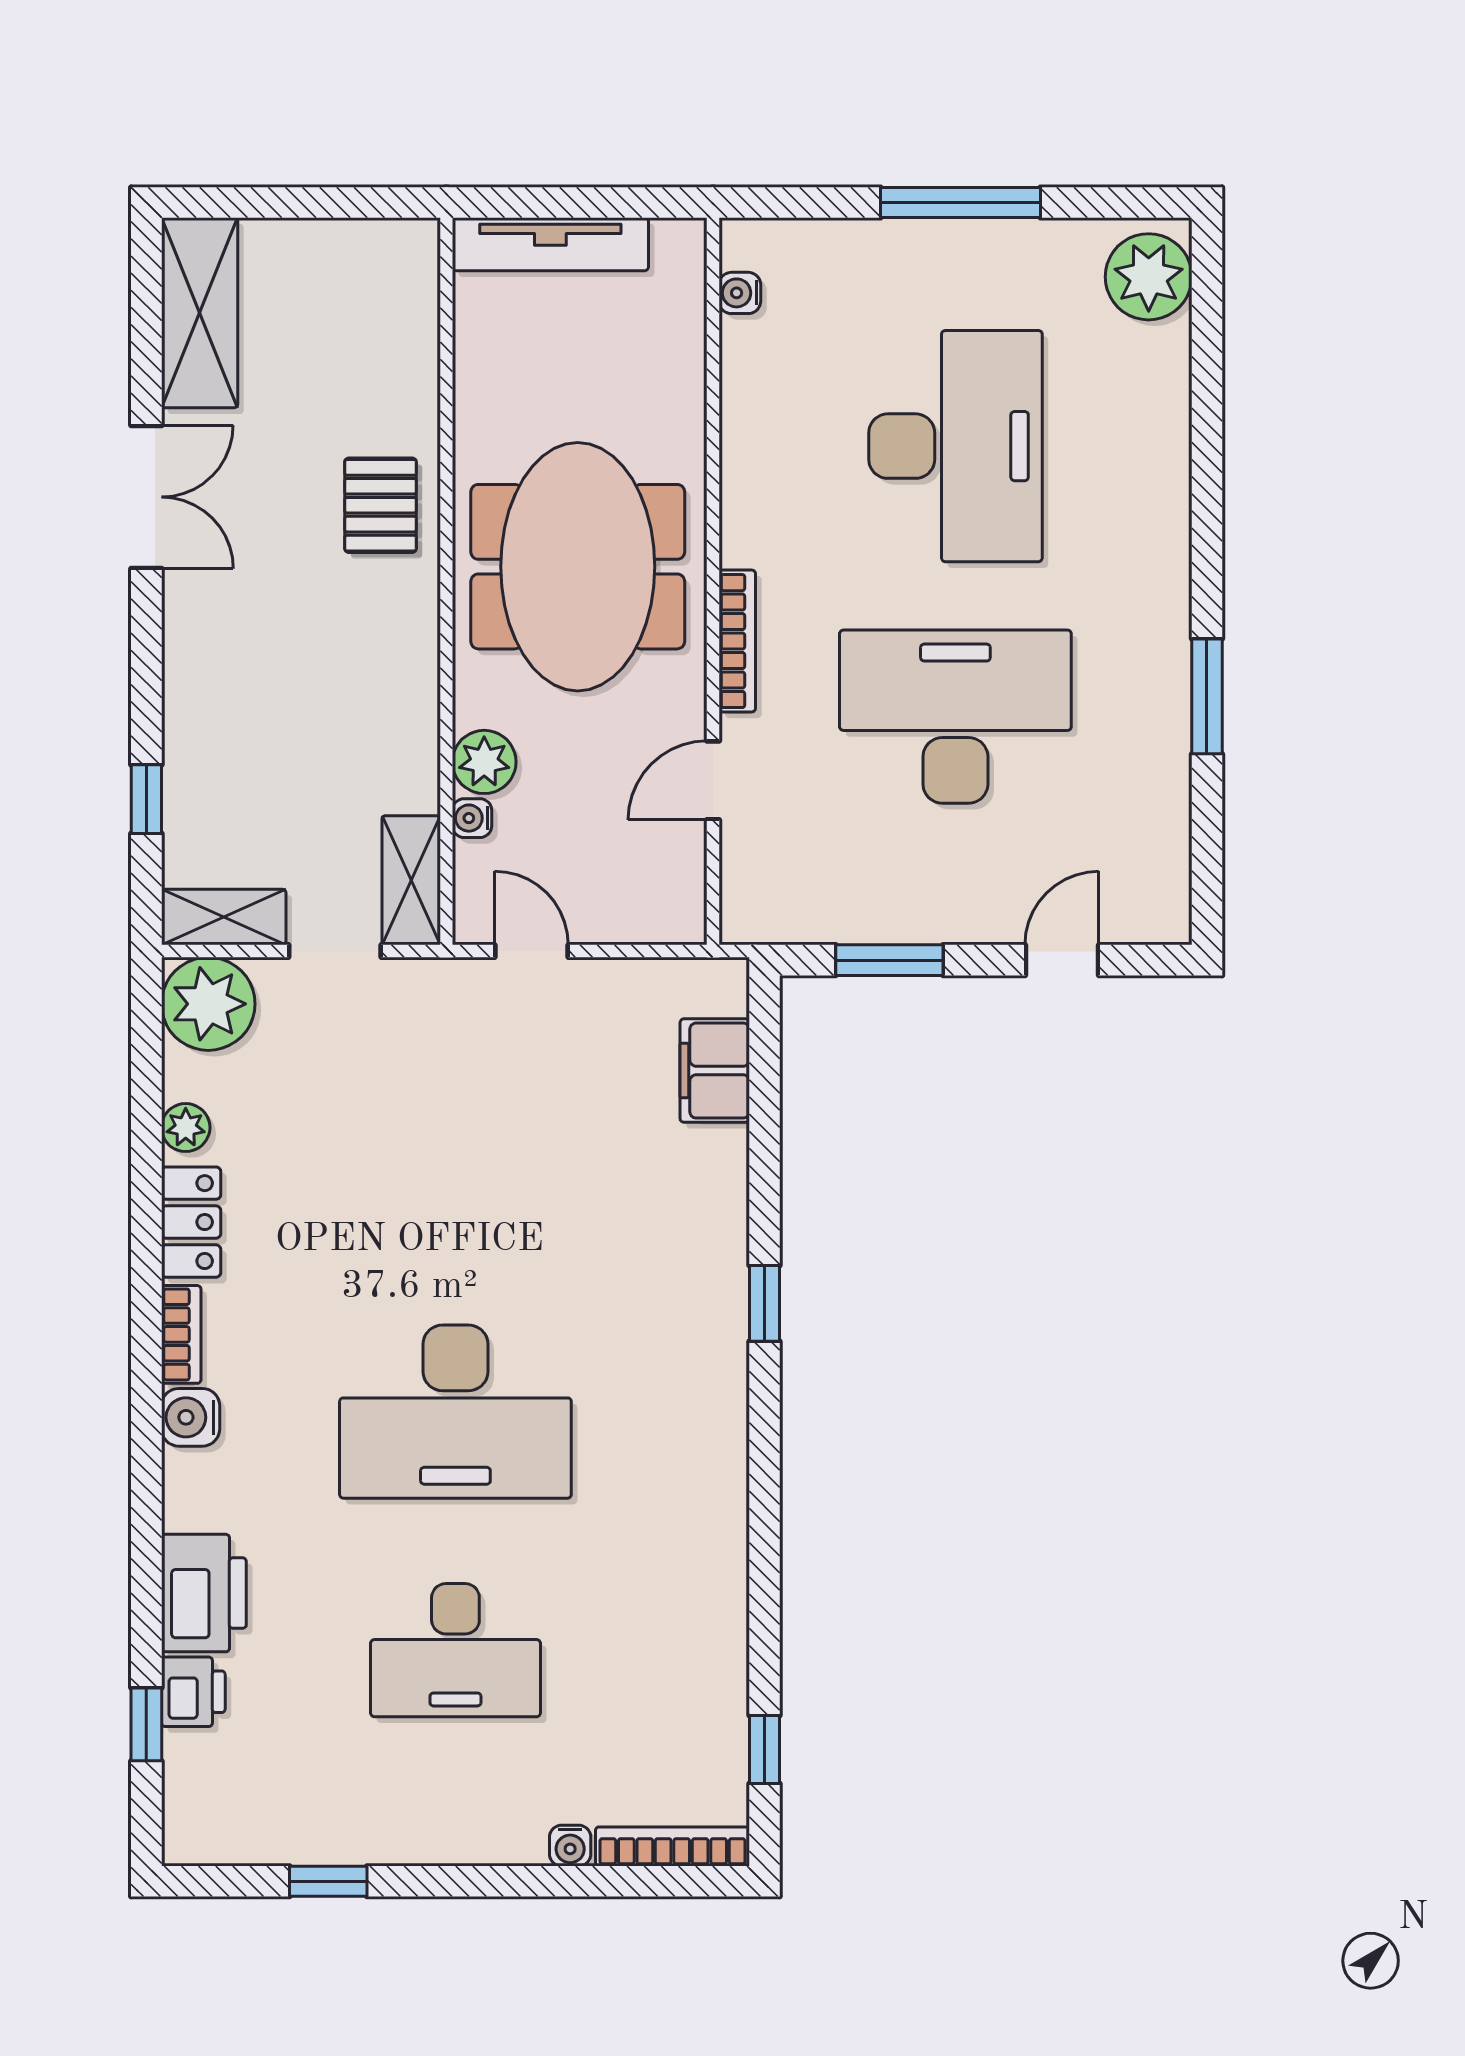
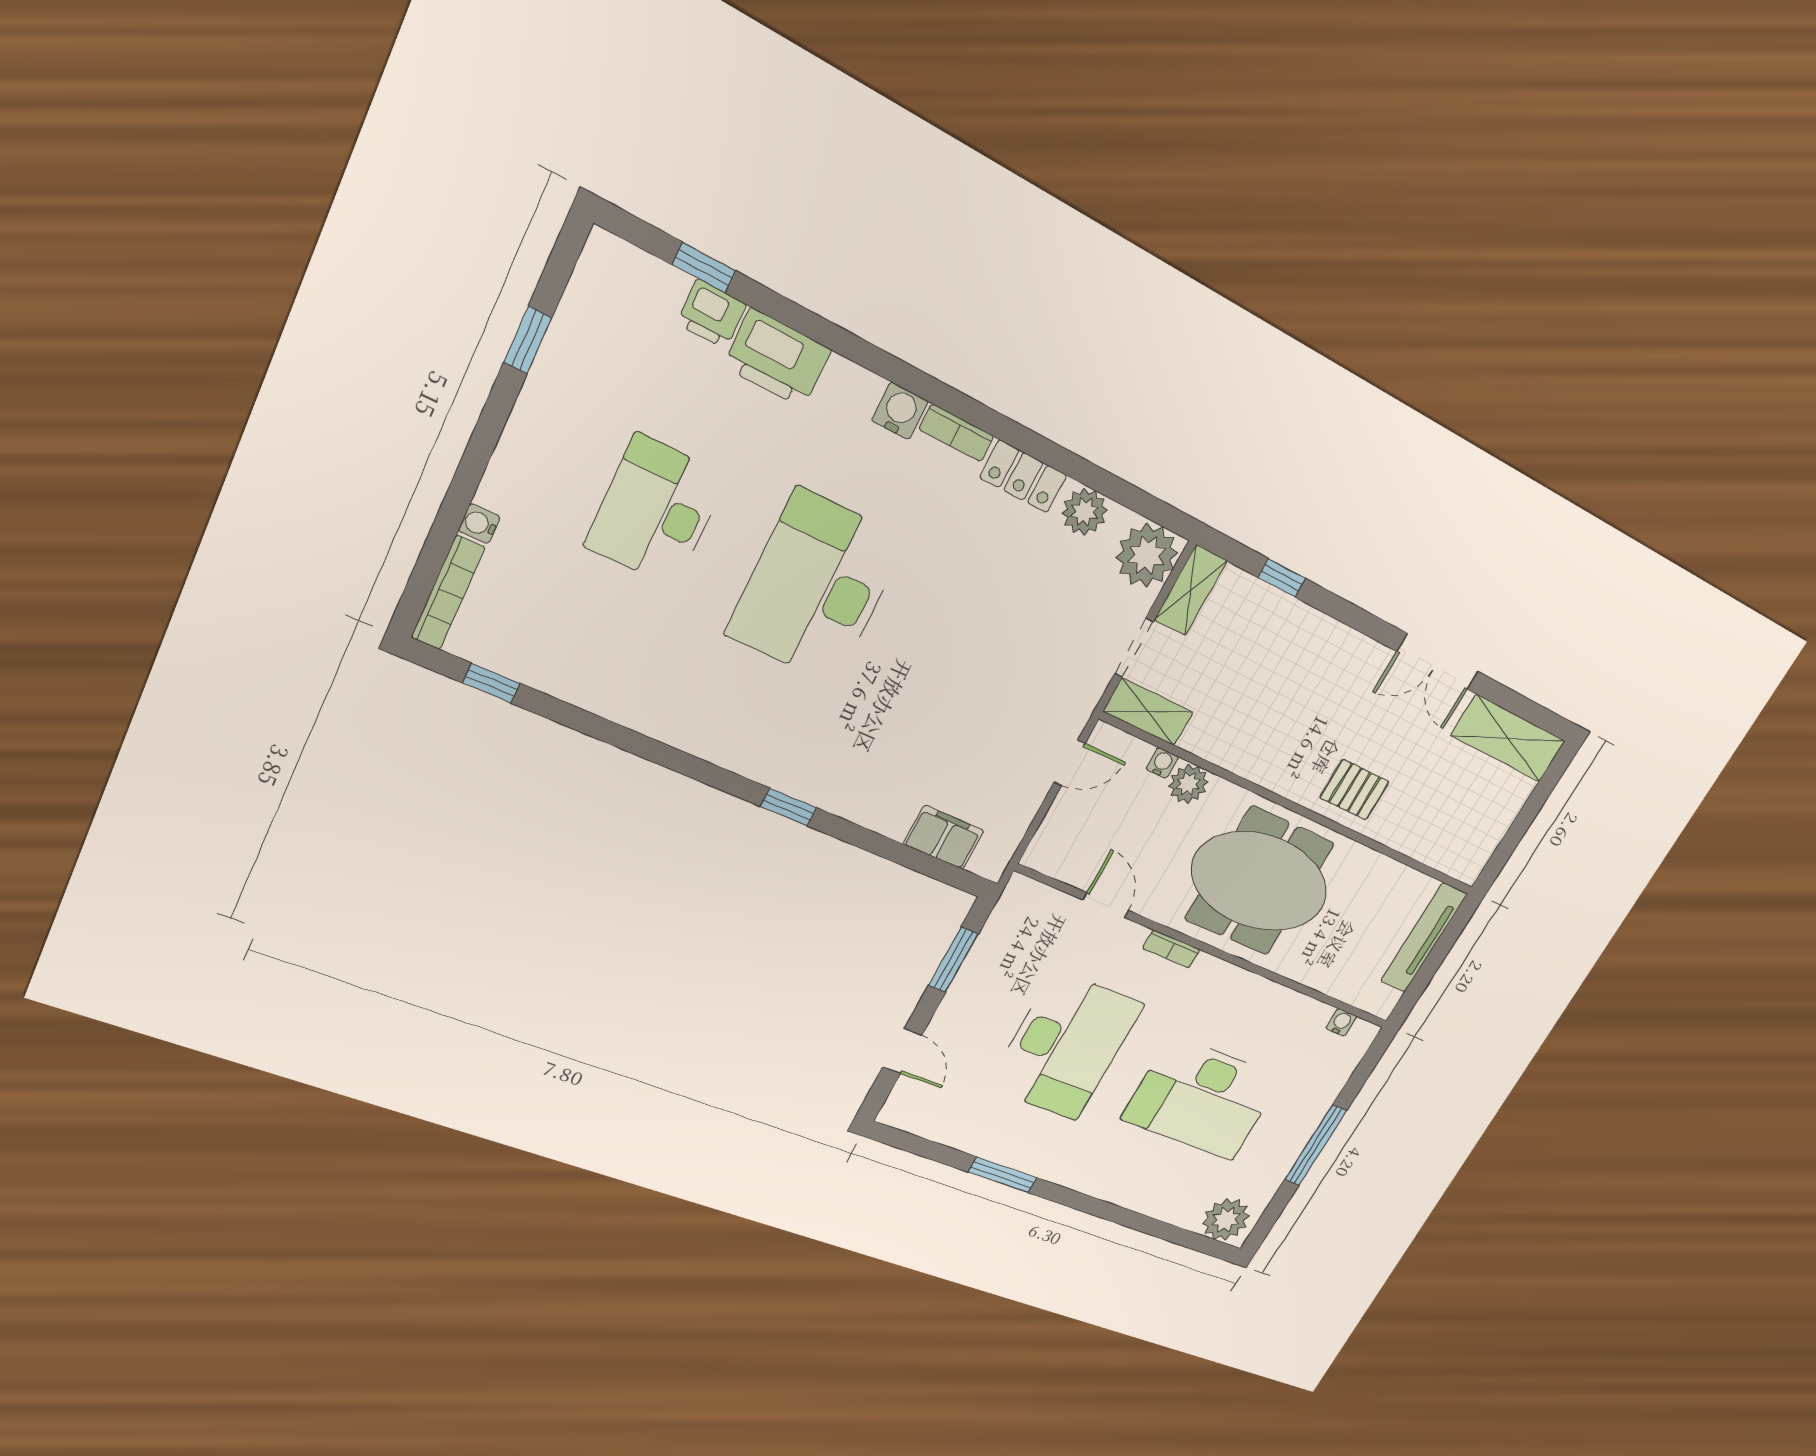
bookcase: (737, 641) -> (1171, 949), width x0.64
plant: (186, 1128) -> (1085, 512), width x1.38, depth x1.38

